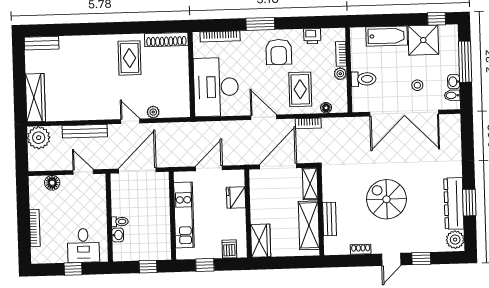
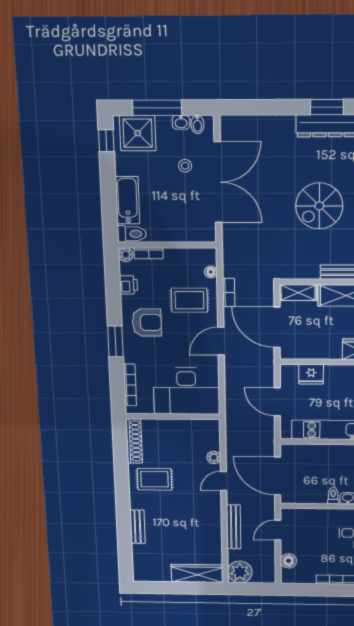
shower: (423, 40) -> (138, 133), moved
bench: (42, 43) -> (138, 527), moved
plant: (340, 74) -> (126, 255), moved
toilet: (364, 79) -> (132, 234), moved, turned 90

